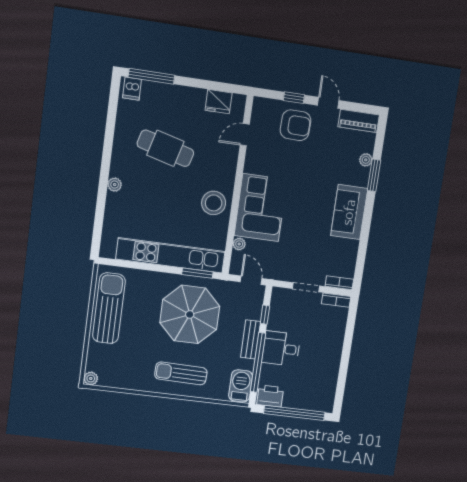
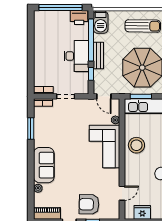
window: (374, 175) -> (31, 128), moved
sofa: (349, 212) -> (44, 165), moved
desk: (281, 349) -> (76, 56), width x1.37

